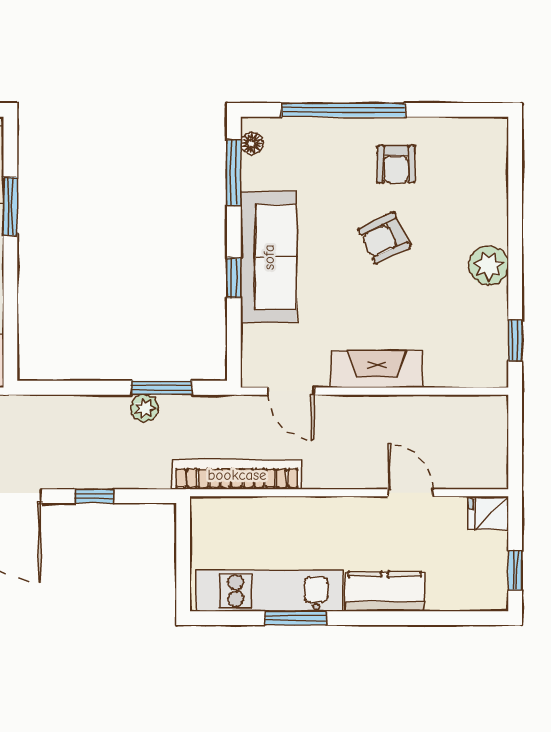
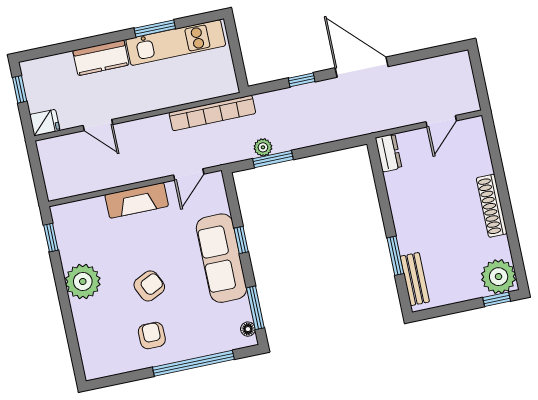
plant: (489, 266) -> (83, 281), width x1.36, depth x1.36
door: (291, 391) -> (189, 174), swing flipped
plant: (145, 408) -> (263, 147), moved

